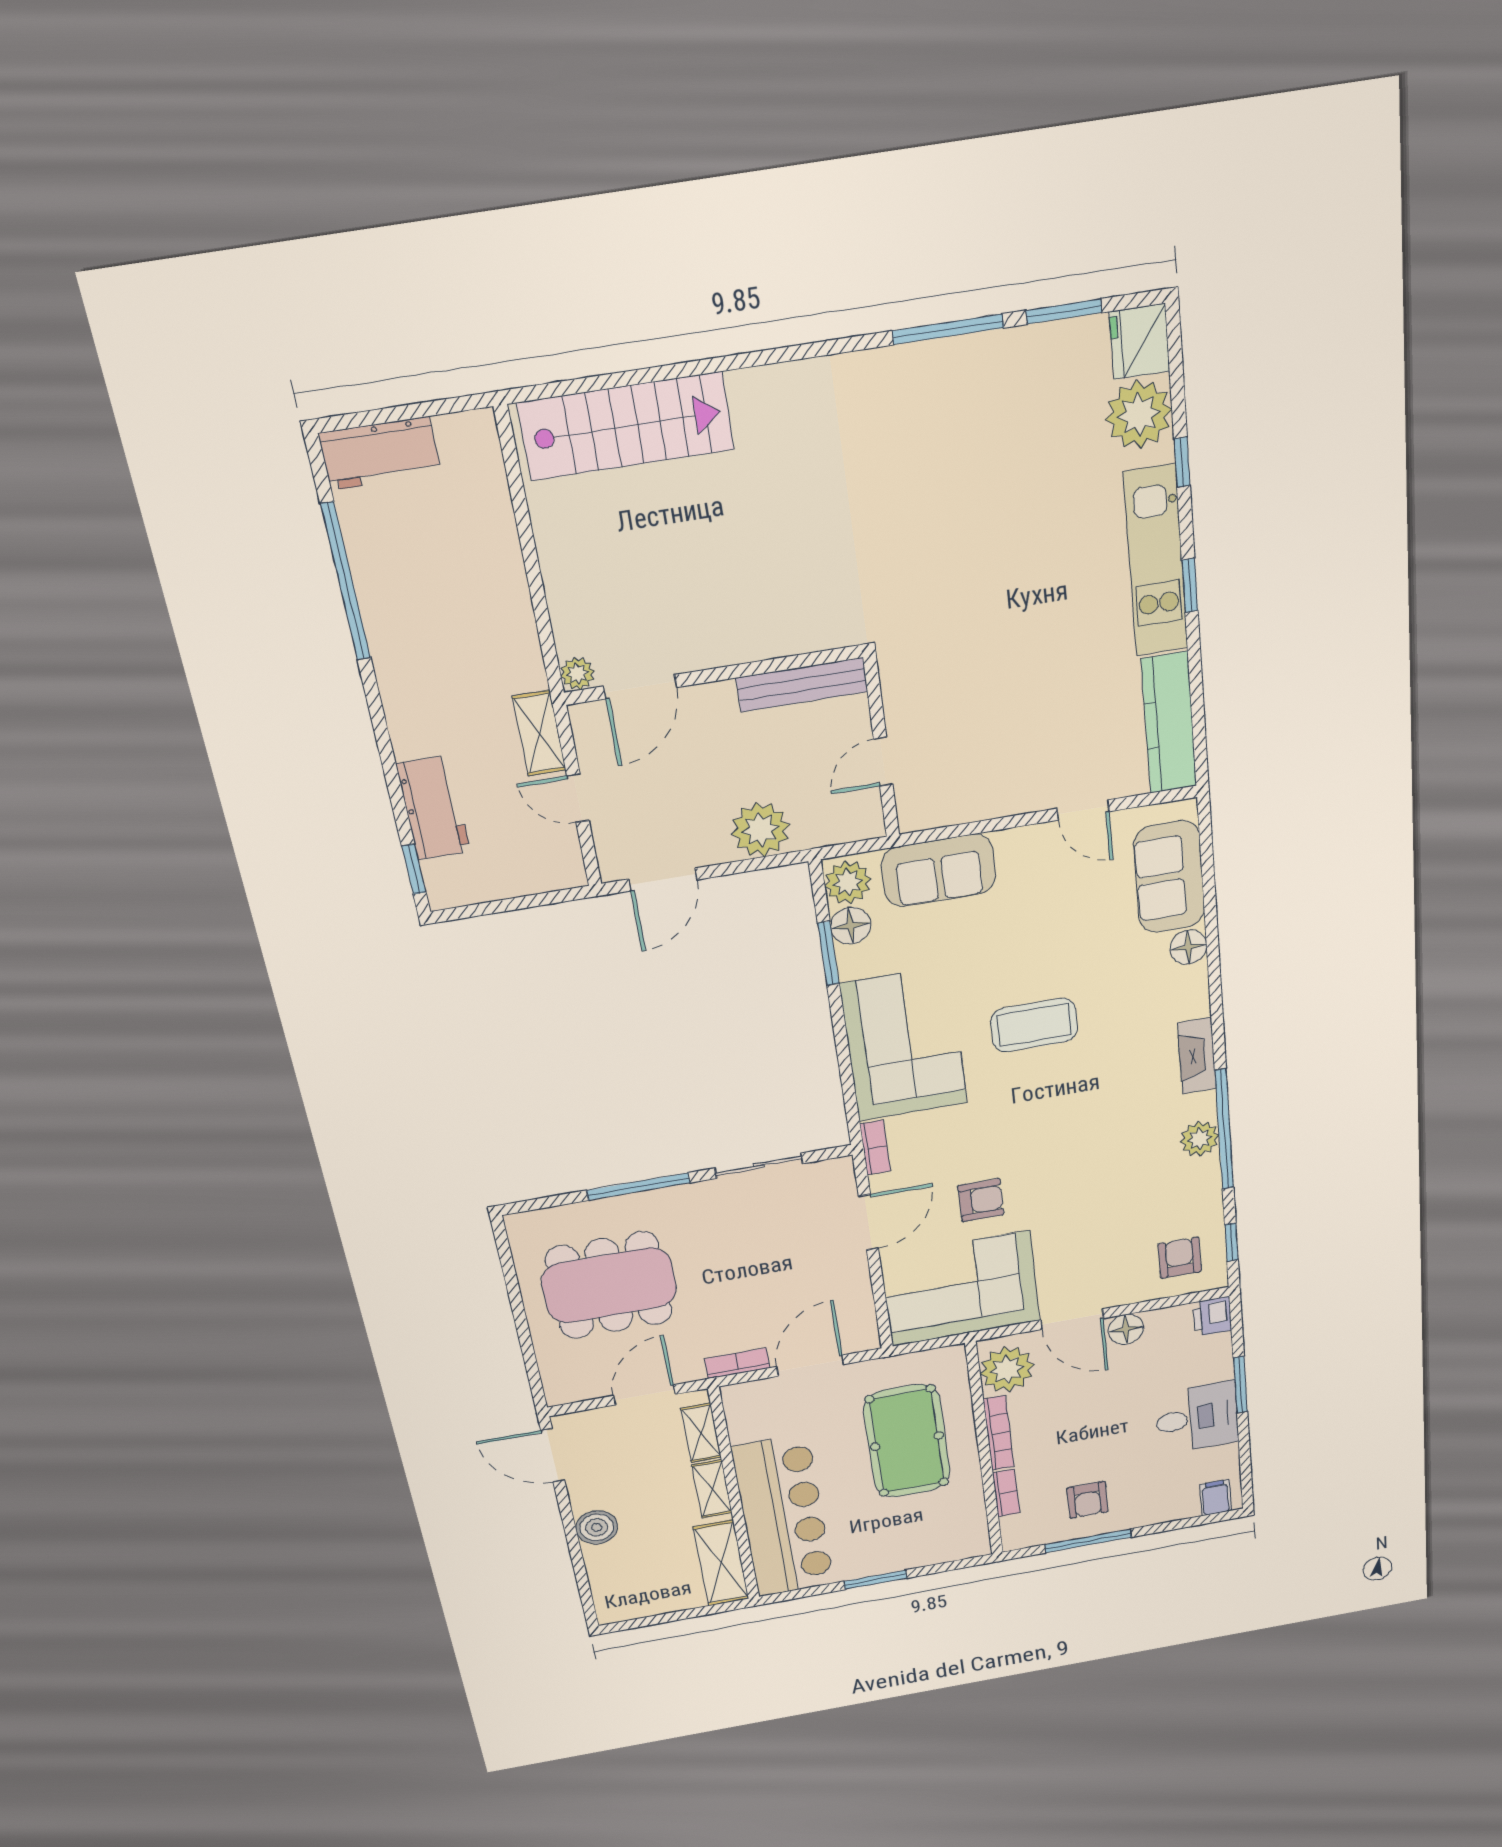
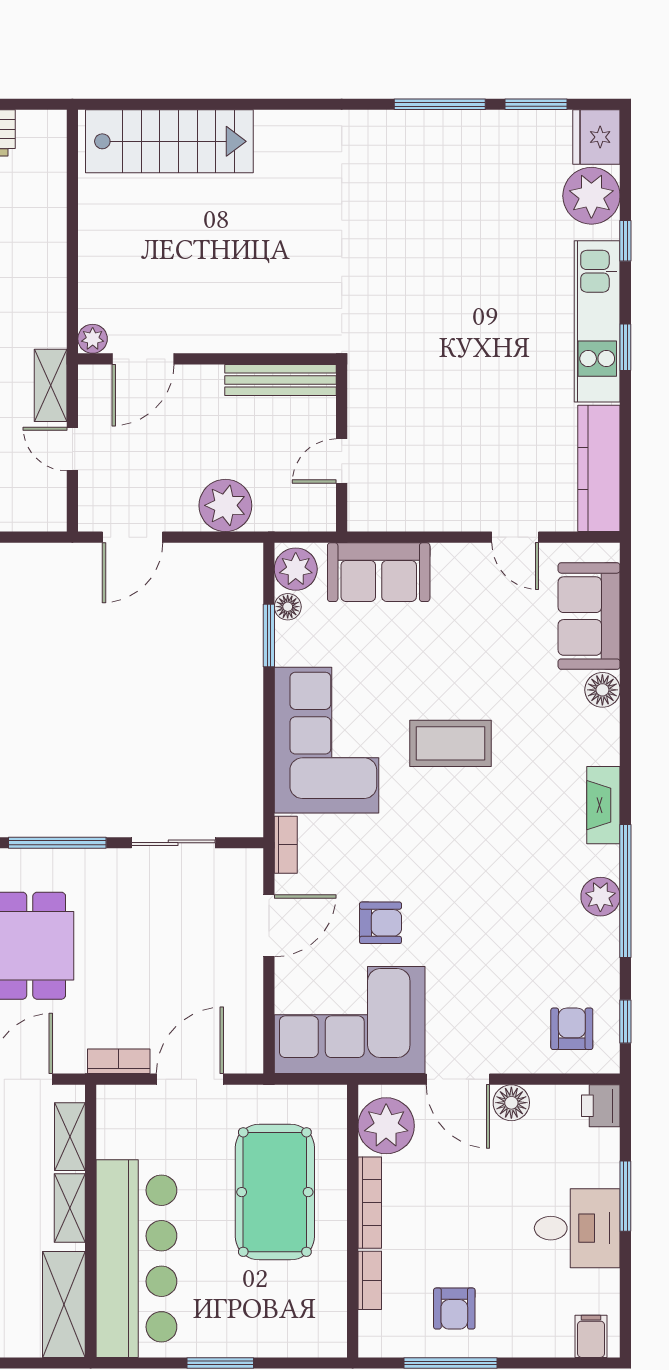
floor lamp: (851, 926) -> (288, 607), width x0.73, depth x0.73

